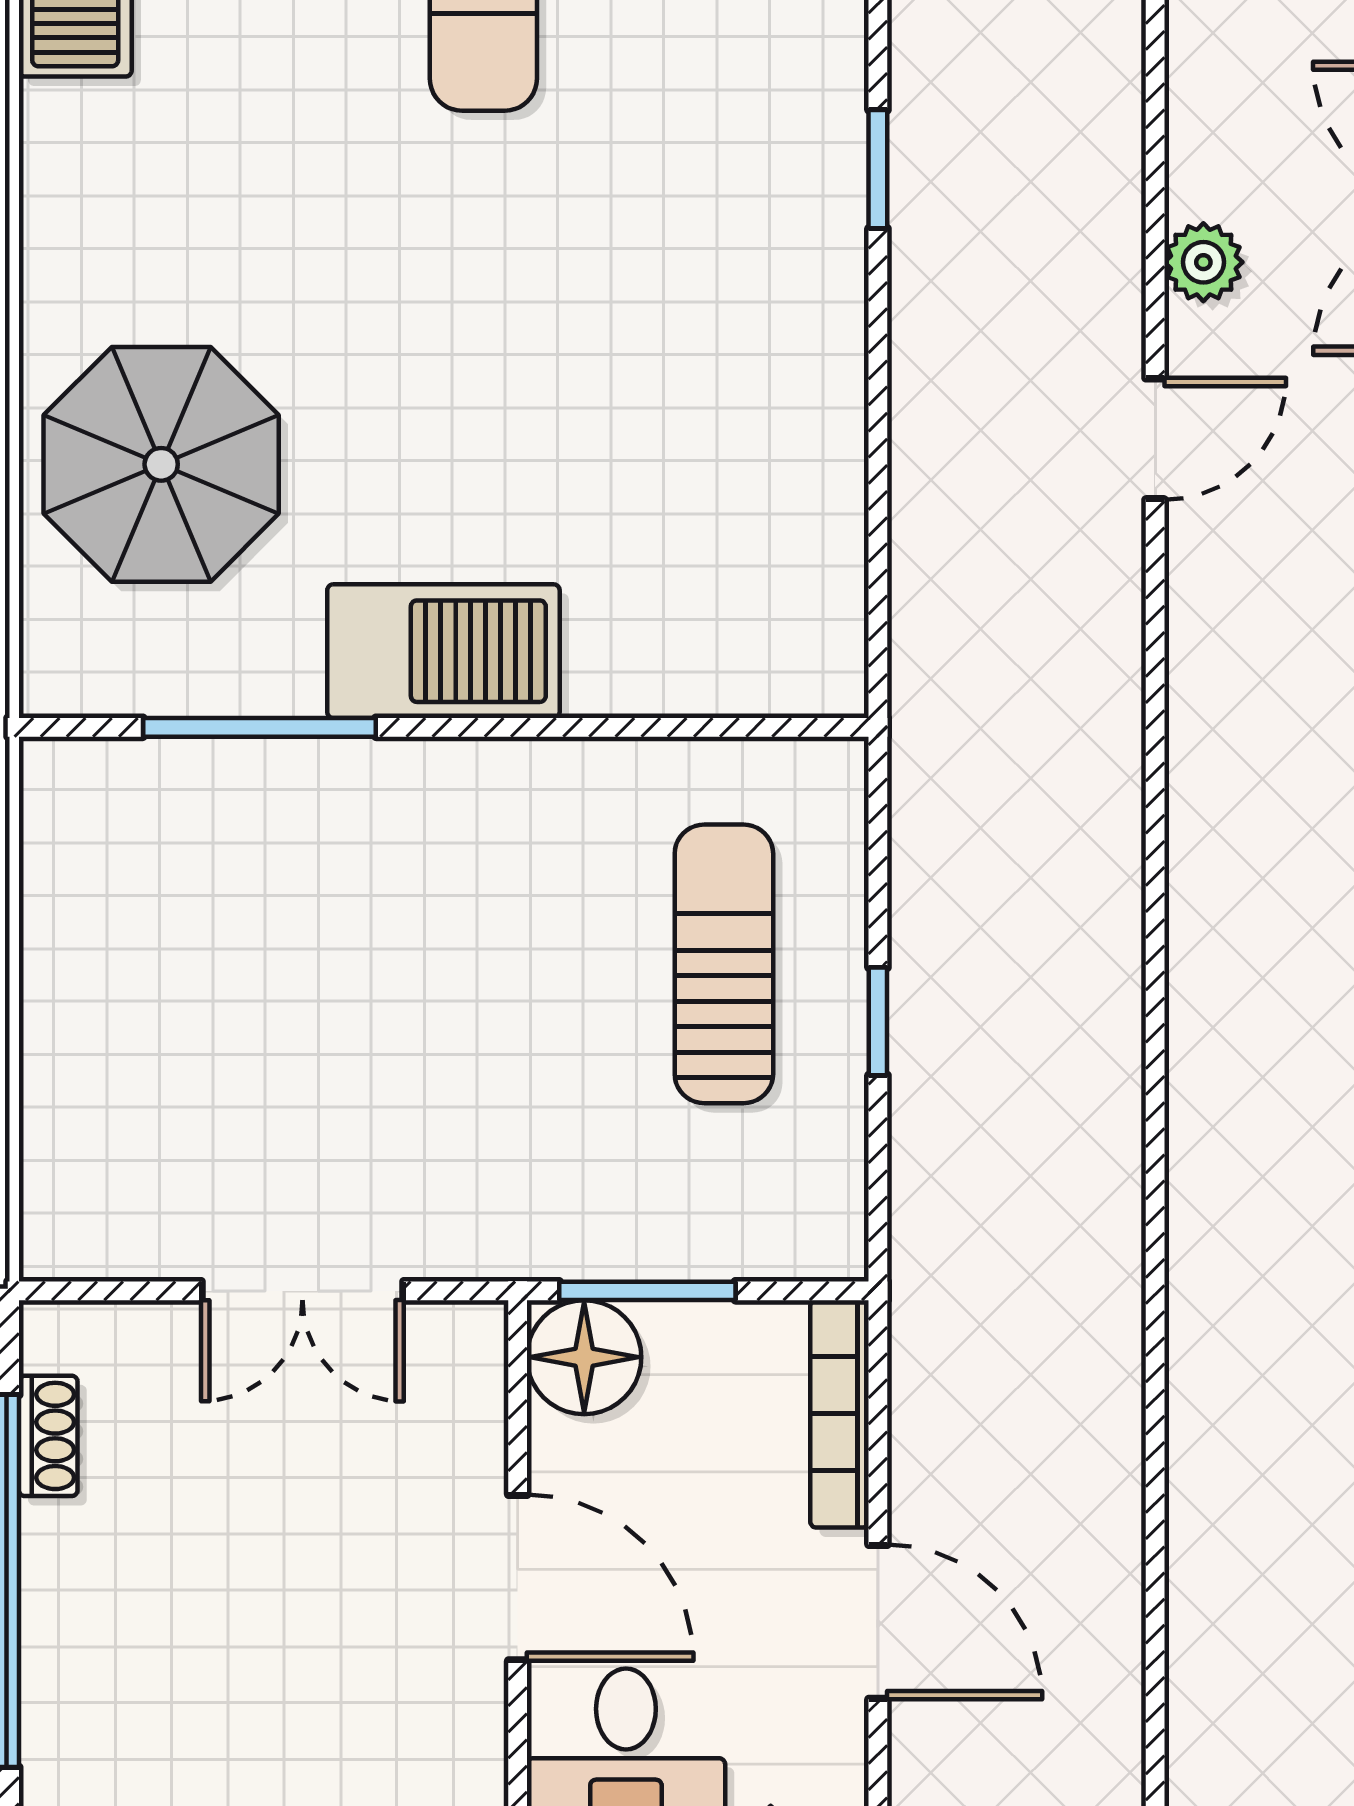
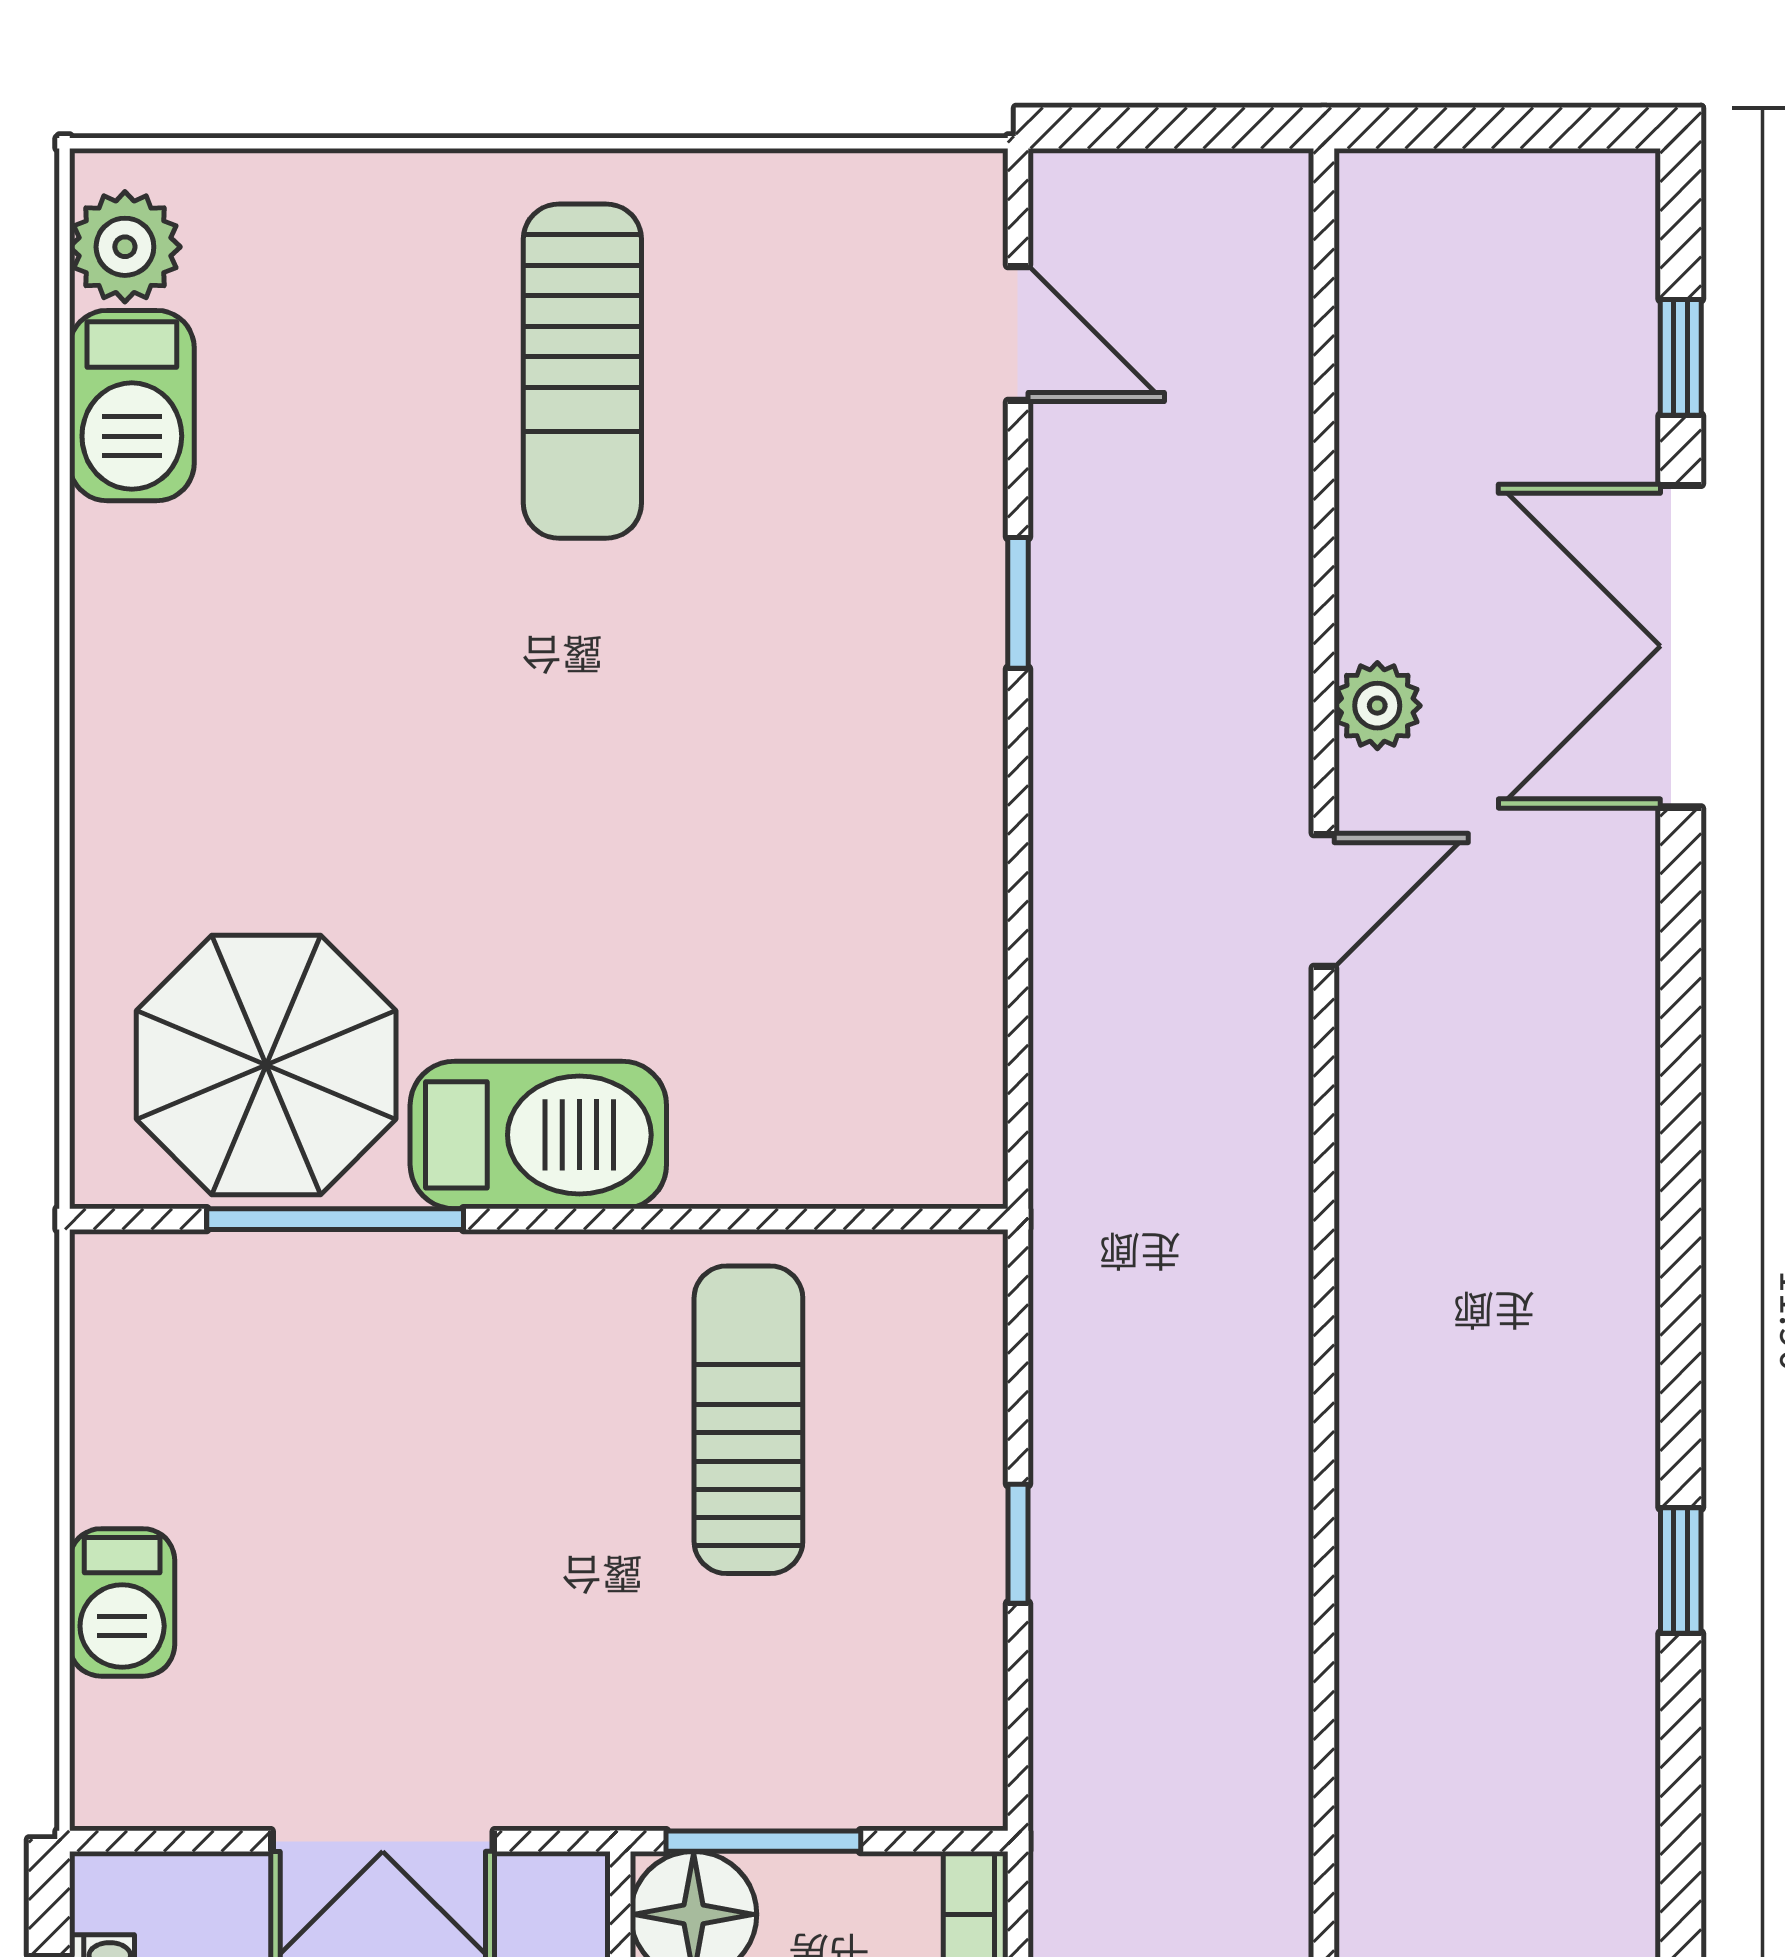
parasol: (161, 464) -> (266, 1065), moved
sun lounger: (724, 964) -> (748, 1420), moved
barbecue: (66, 1075) -> (122, 1602), added

